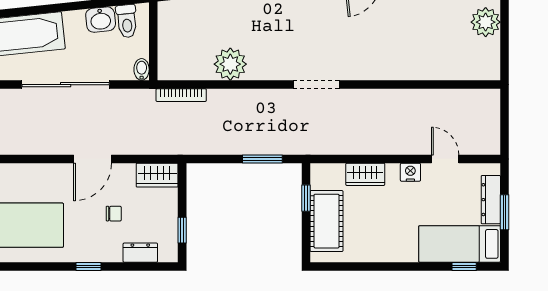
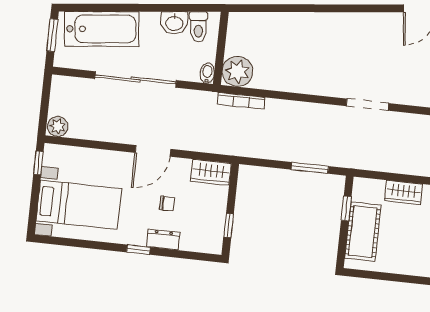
plant: (230, 64) -> (237, 71), moved
dresser: (140, 253) -> (163, 239), moved

